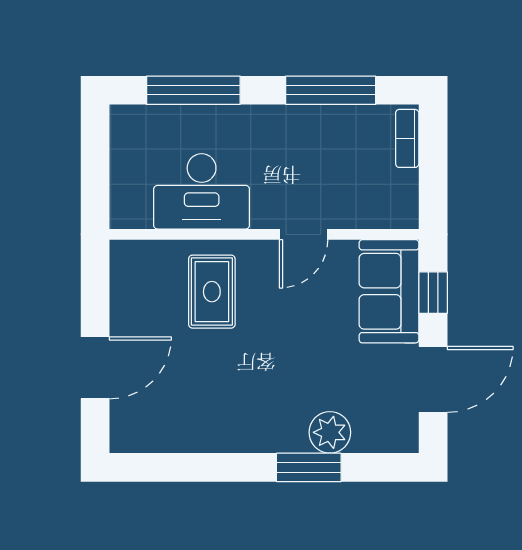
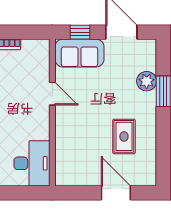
desk: (202, 191) -> (32, 163), moved
rug: (212, 292) -> (124, 136), moved, turned 90

